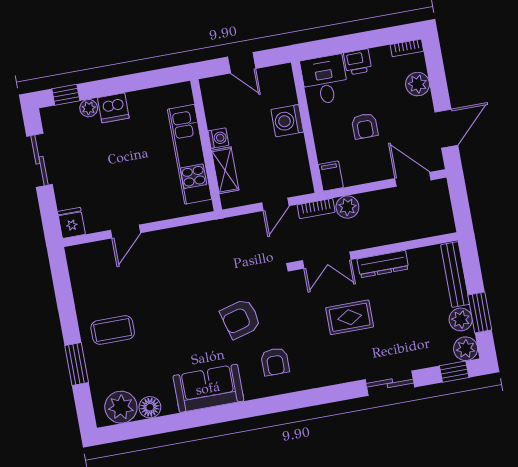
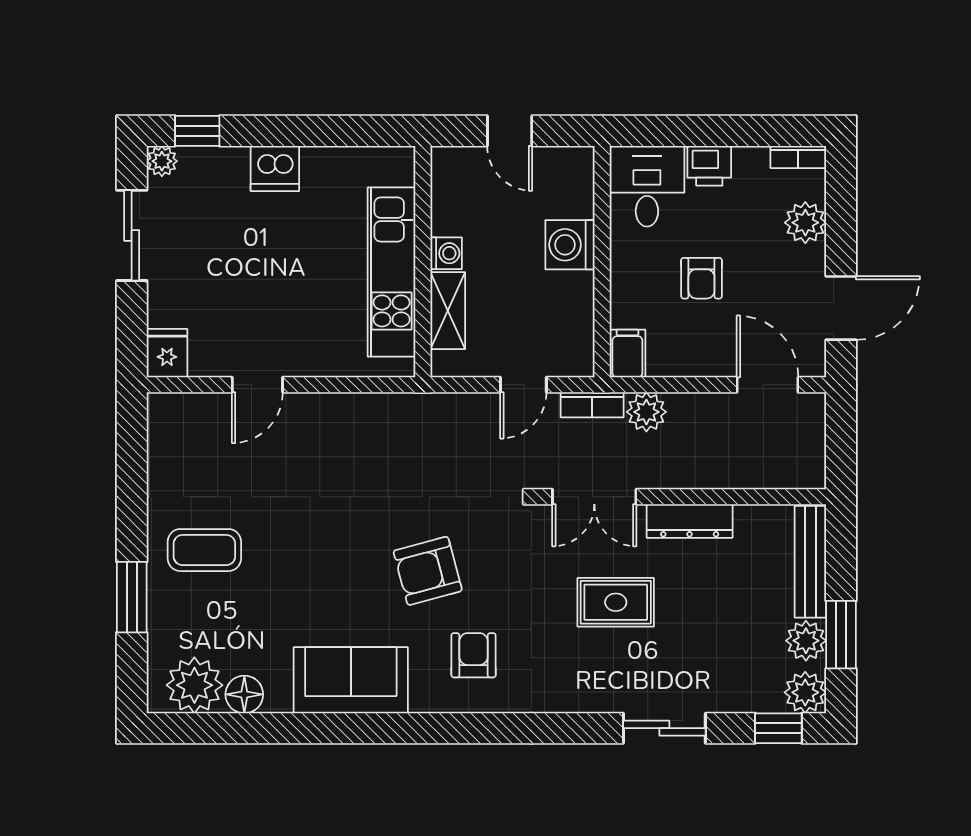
plant: (89, 108) -> (162, 161), moved
armchair: (275, 362) -> (474, 655), turned 180

